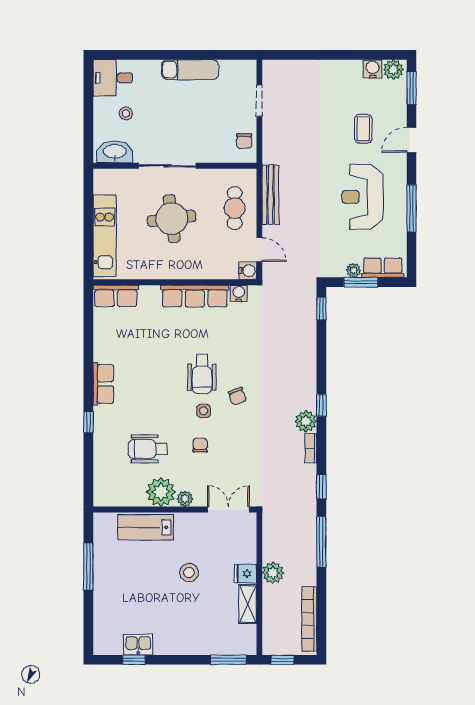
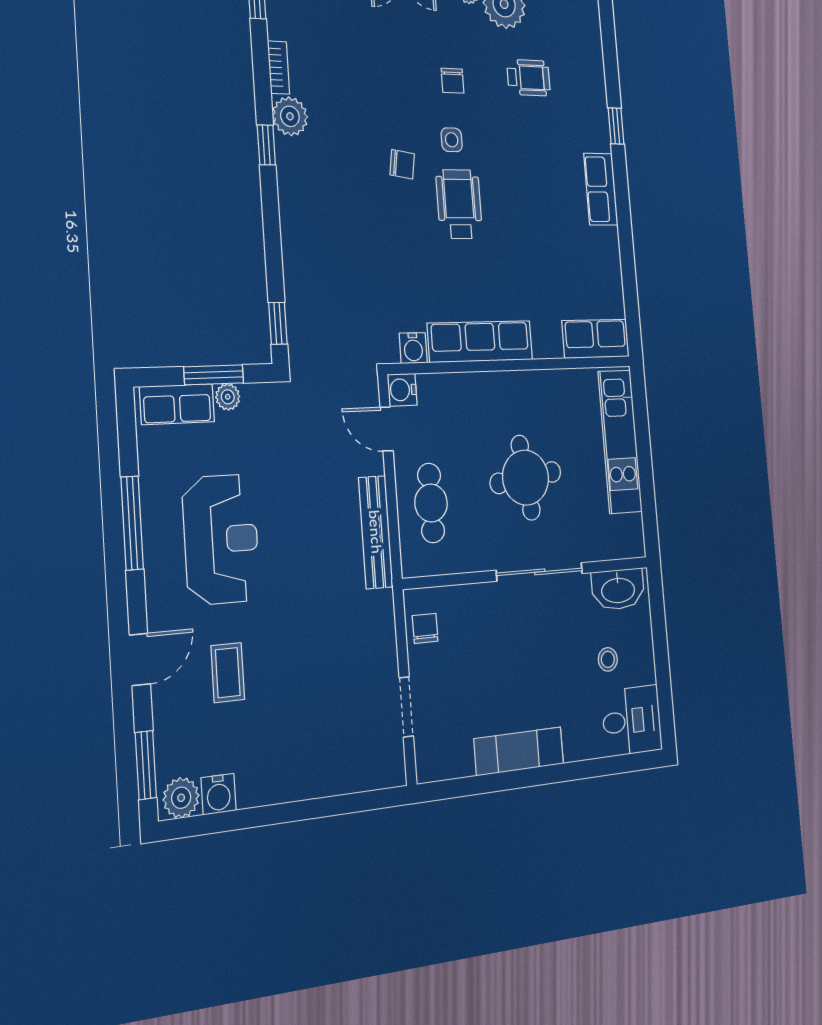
chair: (237, 396) -> (402, 164), turned 119
wheelchair: (148, 449) -> (529, 78), width x0.73, depth x0.73

